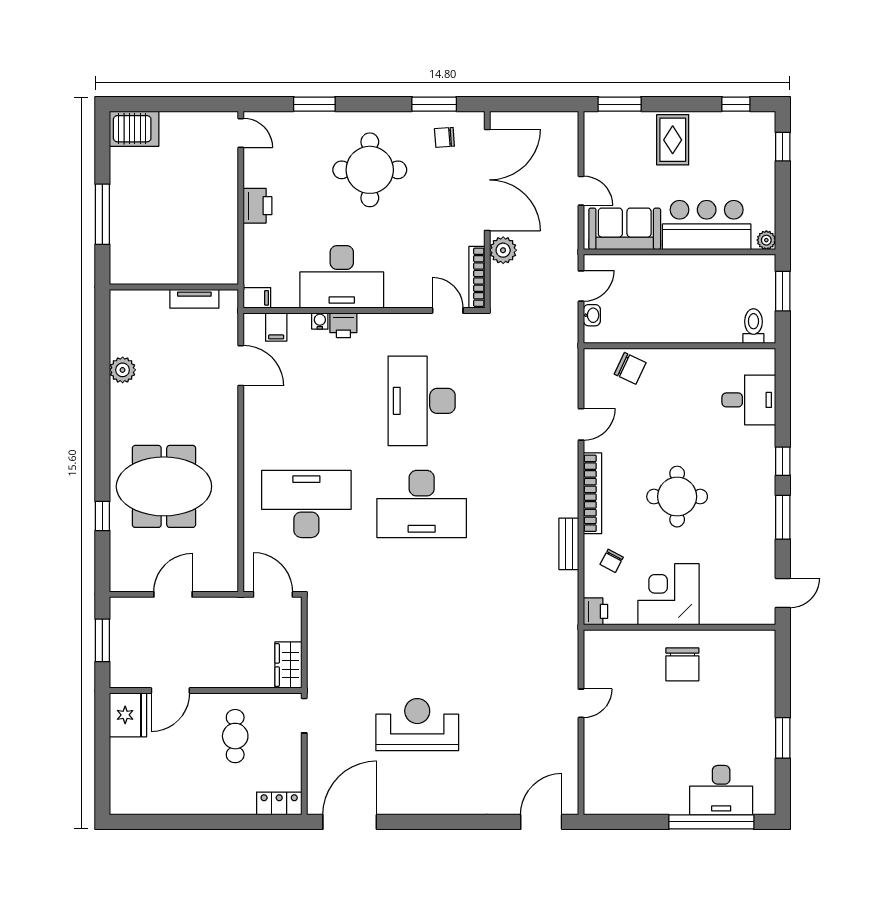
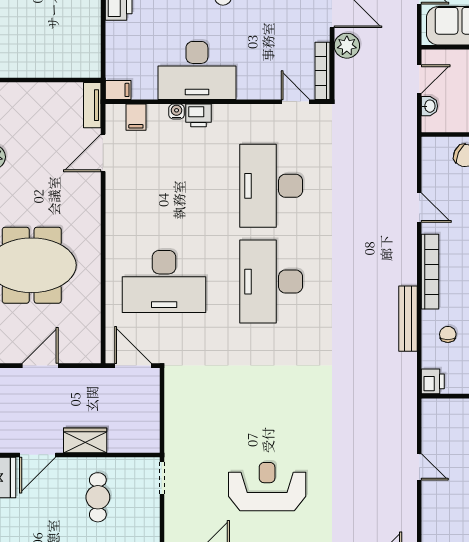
tv unit: (194, 299) -> (92, 105), moved, turned 90
door: (241, 366) -> (103, 153), swing flipped
door: (581, 424) -> (419, 208), hinge flipped
desk: (306, 504) -> (164, 282), turned 180
desk: (422, 504) -> (271, 282), turned 90
bench: (569, 544) -> (408, 319), width x1.36
chair: (612, 561) -> (448, 334), turned 152
wardrobe: (288, 665) -> (85, 440), moved, turned 90
door: (581, 703) -> (419, 467), hinge flipped

